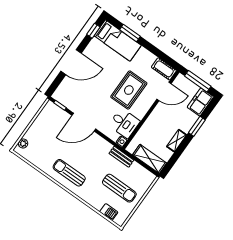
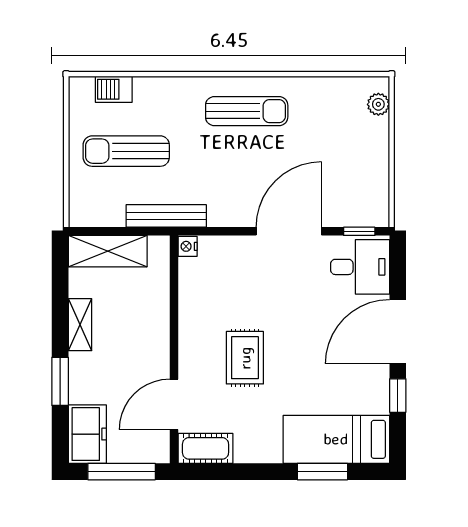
window: (93, 31) -> (398, 396), moved
rug: (129, 90) -> (245, 358), width x0.73, depth x0.70
desk: (124, 123) -> (360, 267), moved, turned 180
bench: (121, 157) -> (166, 216), width x1.36

